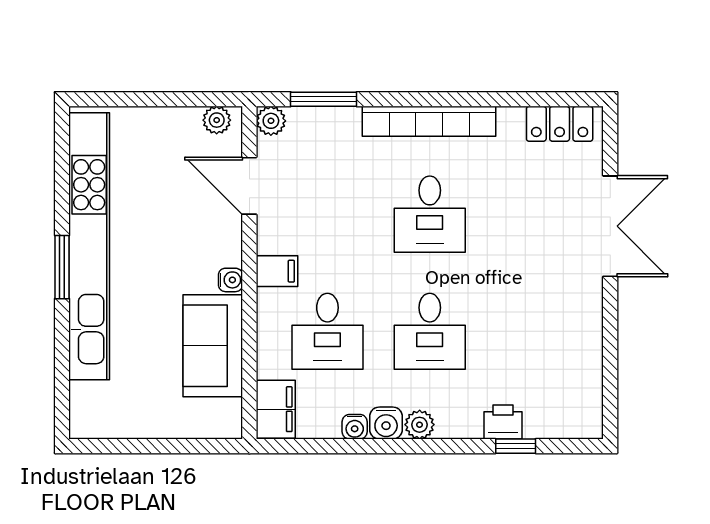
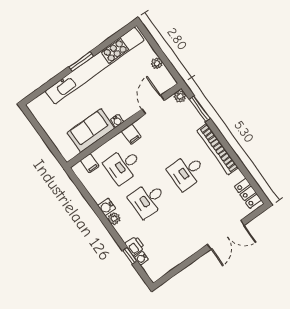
plant: (217, 120) -> (157, 63), moved
filing cabinet: (276, 409) -> (90, 163), width x0.50
water cooler: (355, 427) -> (141, 258), moved

